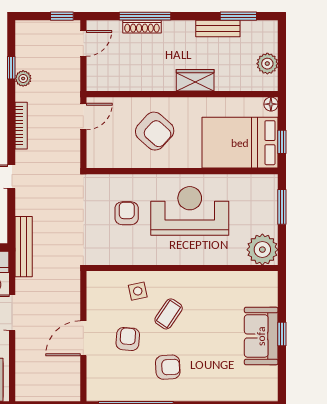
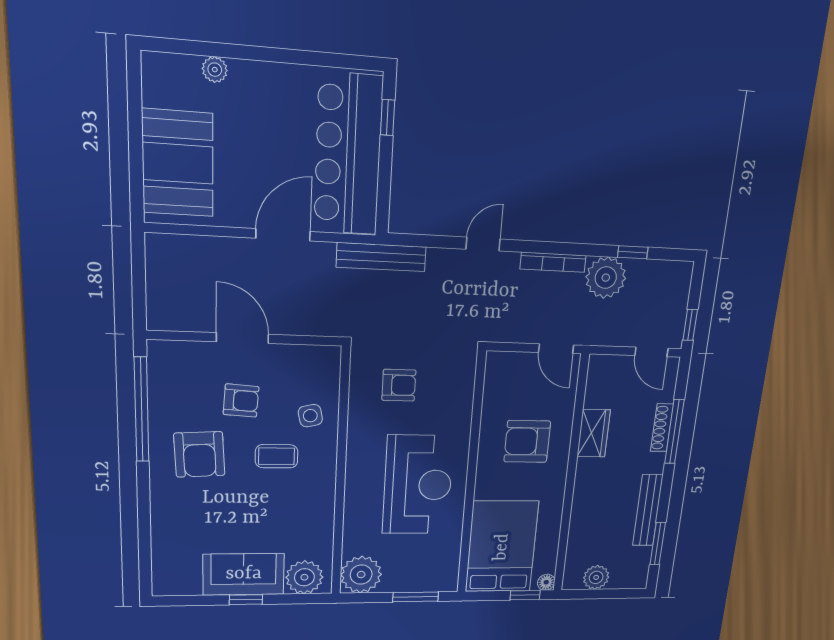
bench: (218, 28) -> (648, 510), width x1.36
plant: (23, 78) -> (606, 278), width x1.87, depth x1.87
wardrobe: (195, 80) -> (594, 433), moved
armchair: (155, 131) -> (527, 441), turned 48
window: (282, 142) -> (525, 595), moved
armchair: (127, 213) -> (399, 385), moved
plant: (264, 292) -> (304, 577), added
coffee table: (169, 314) -> (277, 456), turned -34
armchair: (168, 367) -> (199, 454), width x1.38, depth x1.38

